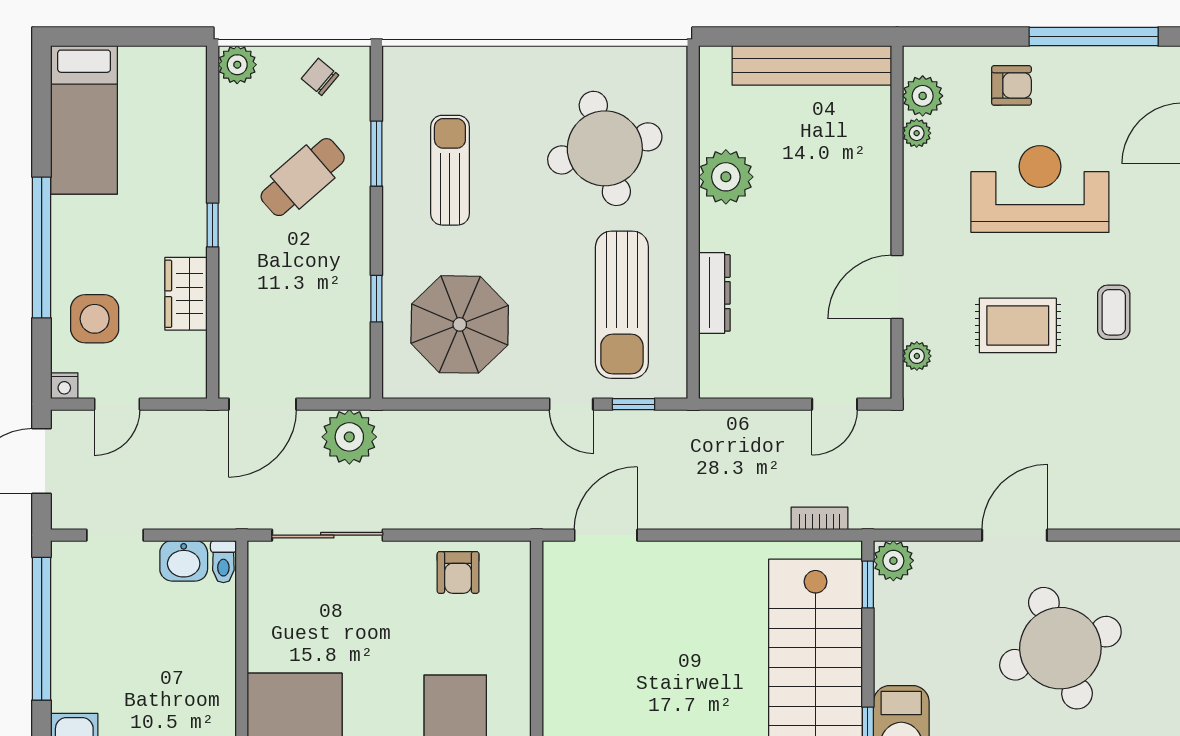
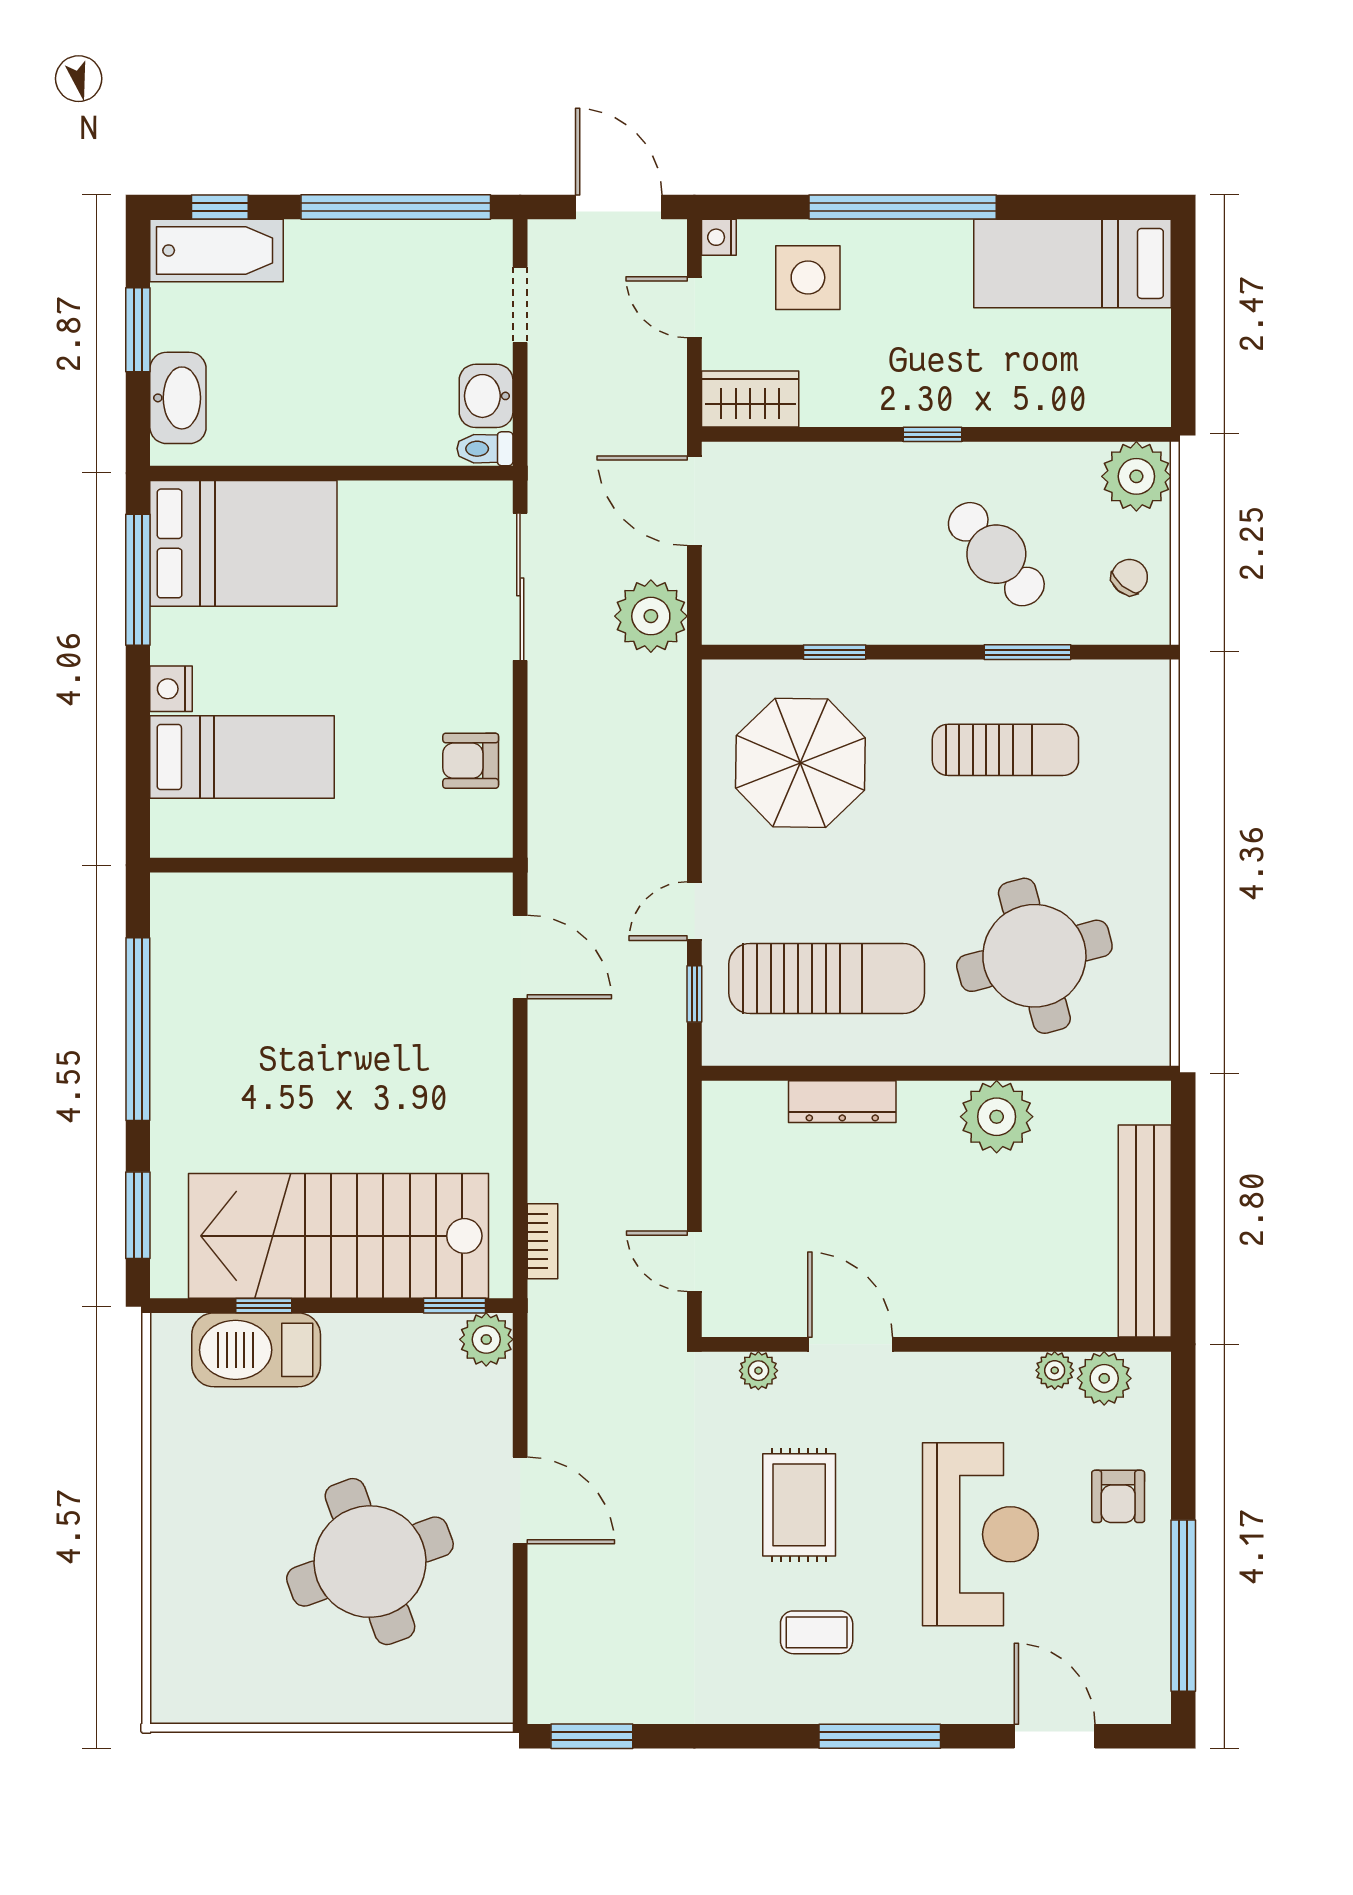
plant: (237, 65) -> (1136, 476), width x1.36, depth x1.36
wardrobe: (186, 294) -> (750, 399), moved
sun lounger: (622, 305) -> (827, 979), turned 180

